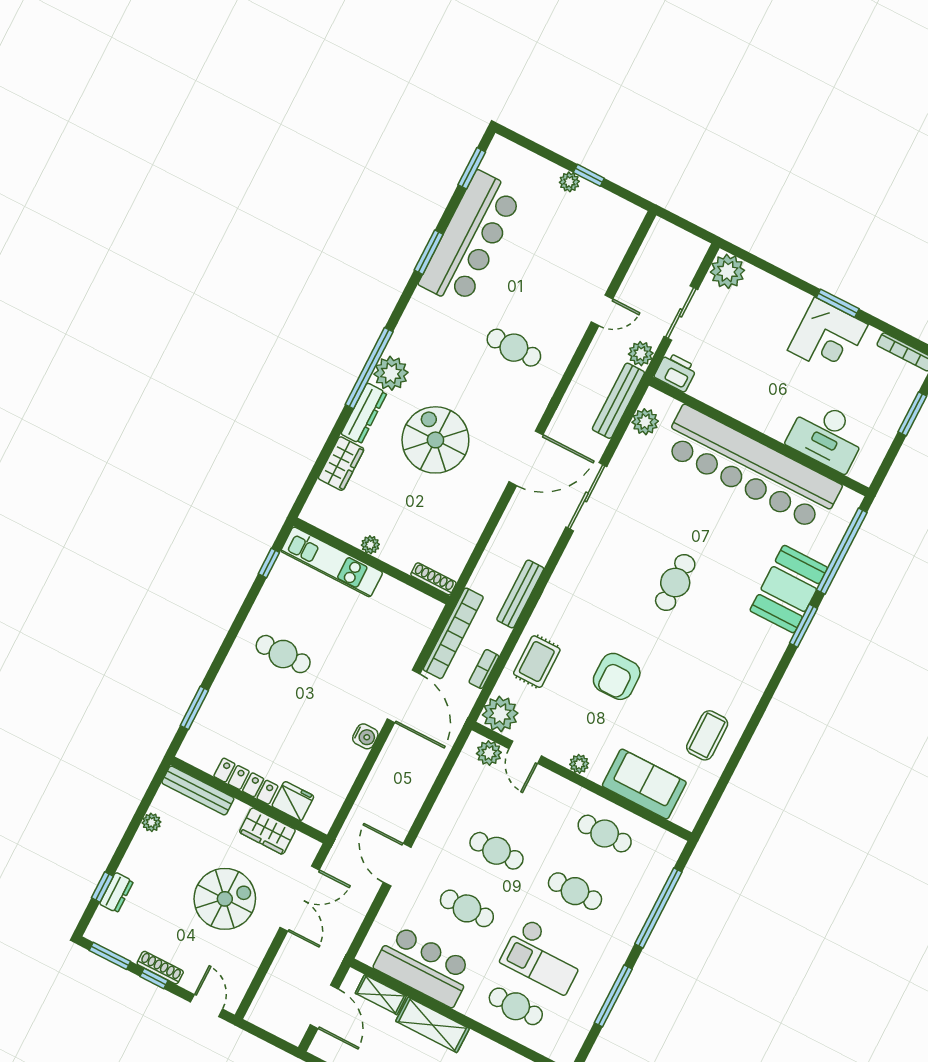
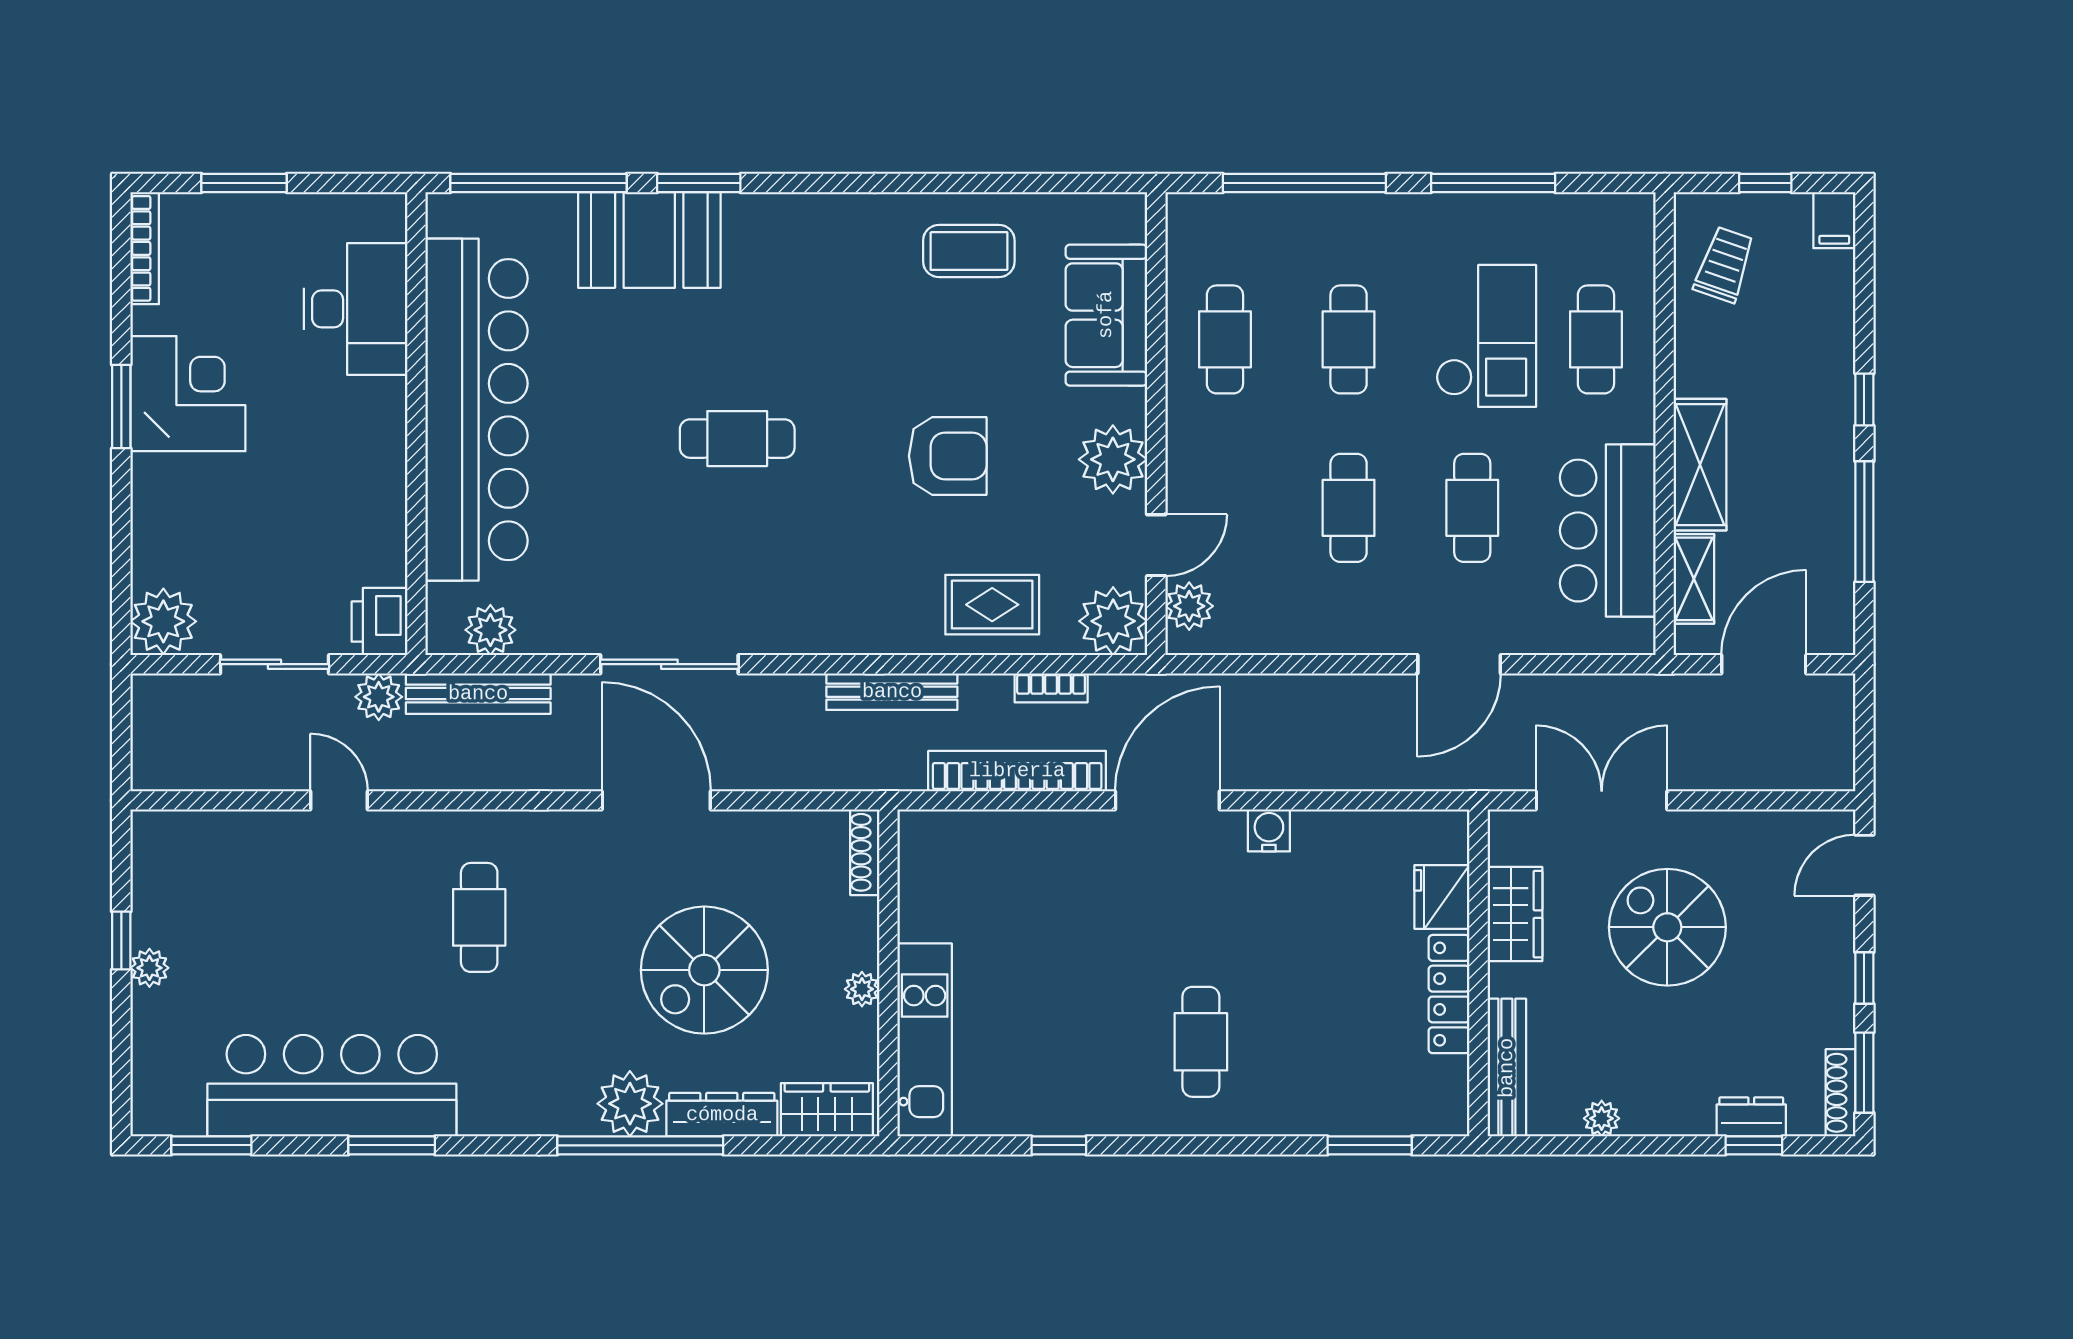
plant: (370, 545) -> (862, 989), moved
wall: (372, 561) -> (888, 973), moved
kitchen unit: (332, 562) -> (925, 1040), moved
shoe rack: (433, 579) -> (865, 852), moved
plant: (579, 764) -> (1113, 459), width x1.88, depth x1.88
shoe rack: (160, 968) -> (1840, 1093), moved

